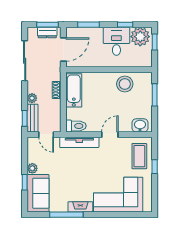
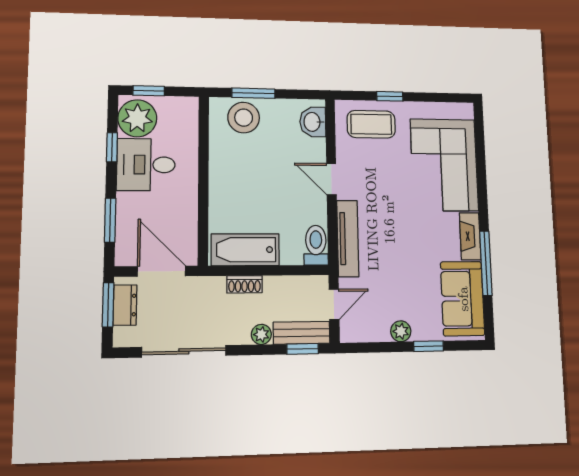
stool: (125, 84) -> (244, 118), moved
sofa: (38, 193) -> (463, 299), moved, turned -90

